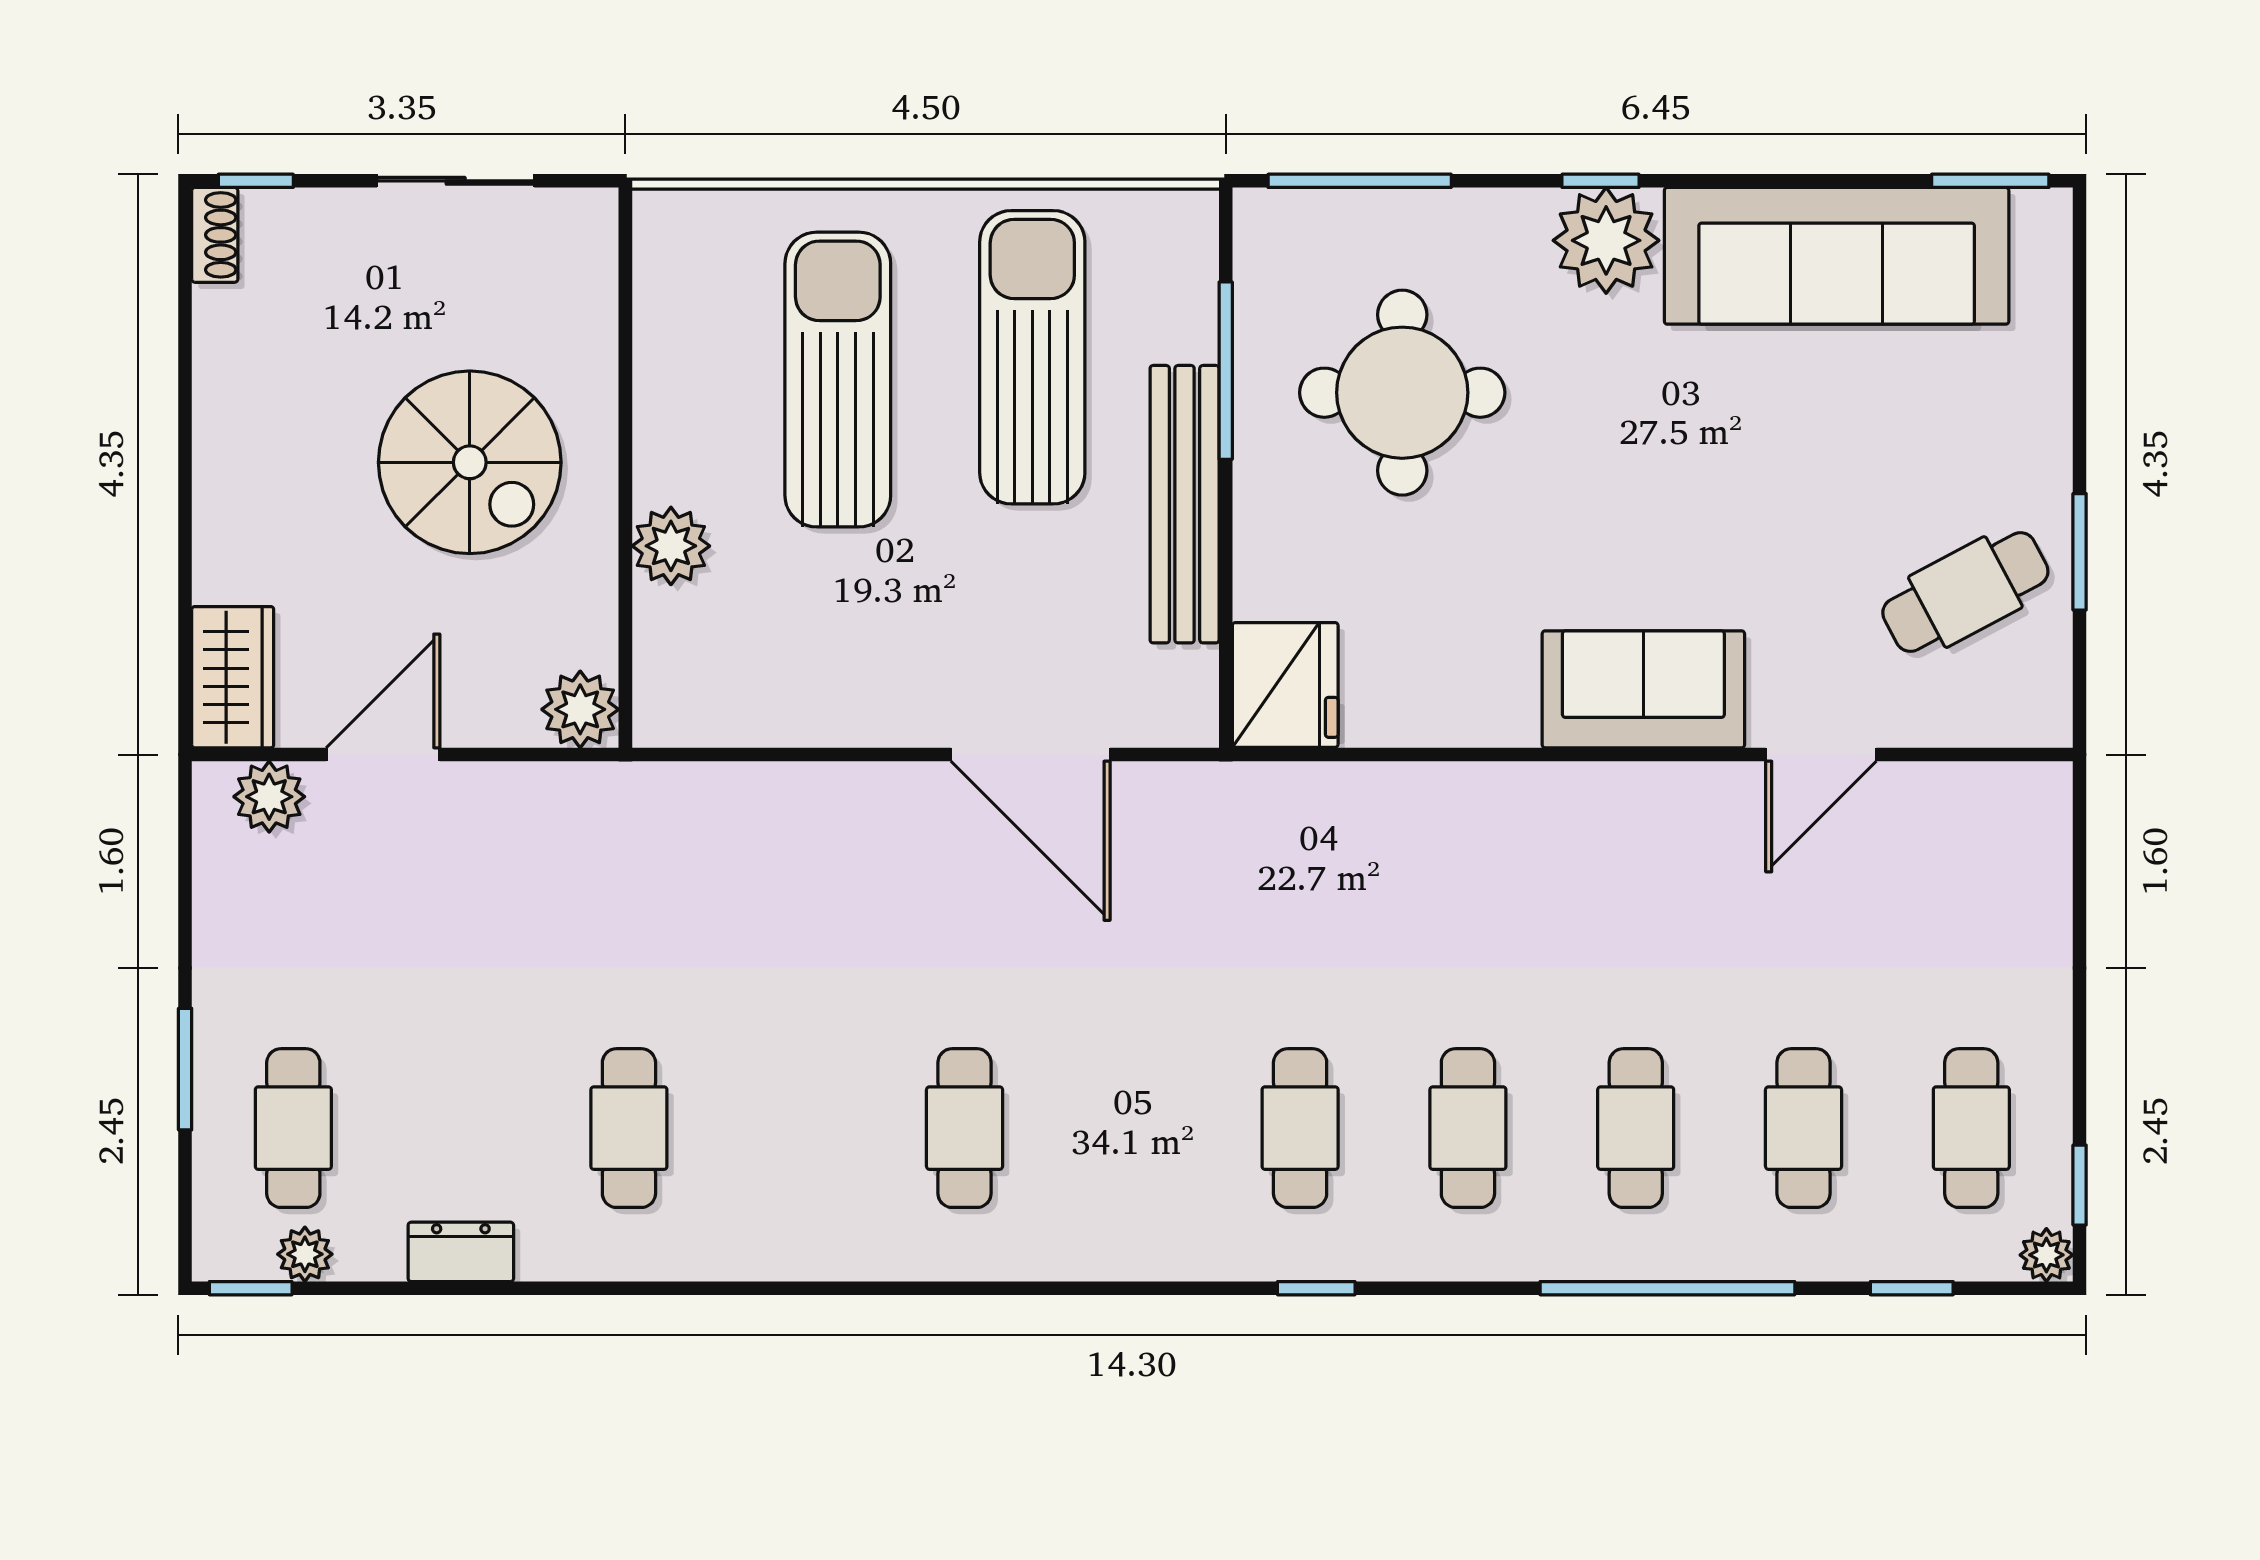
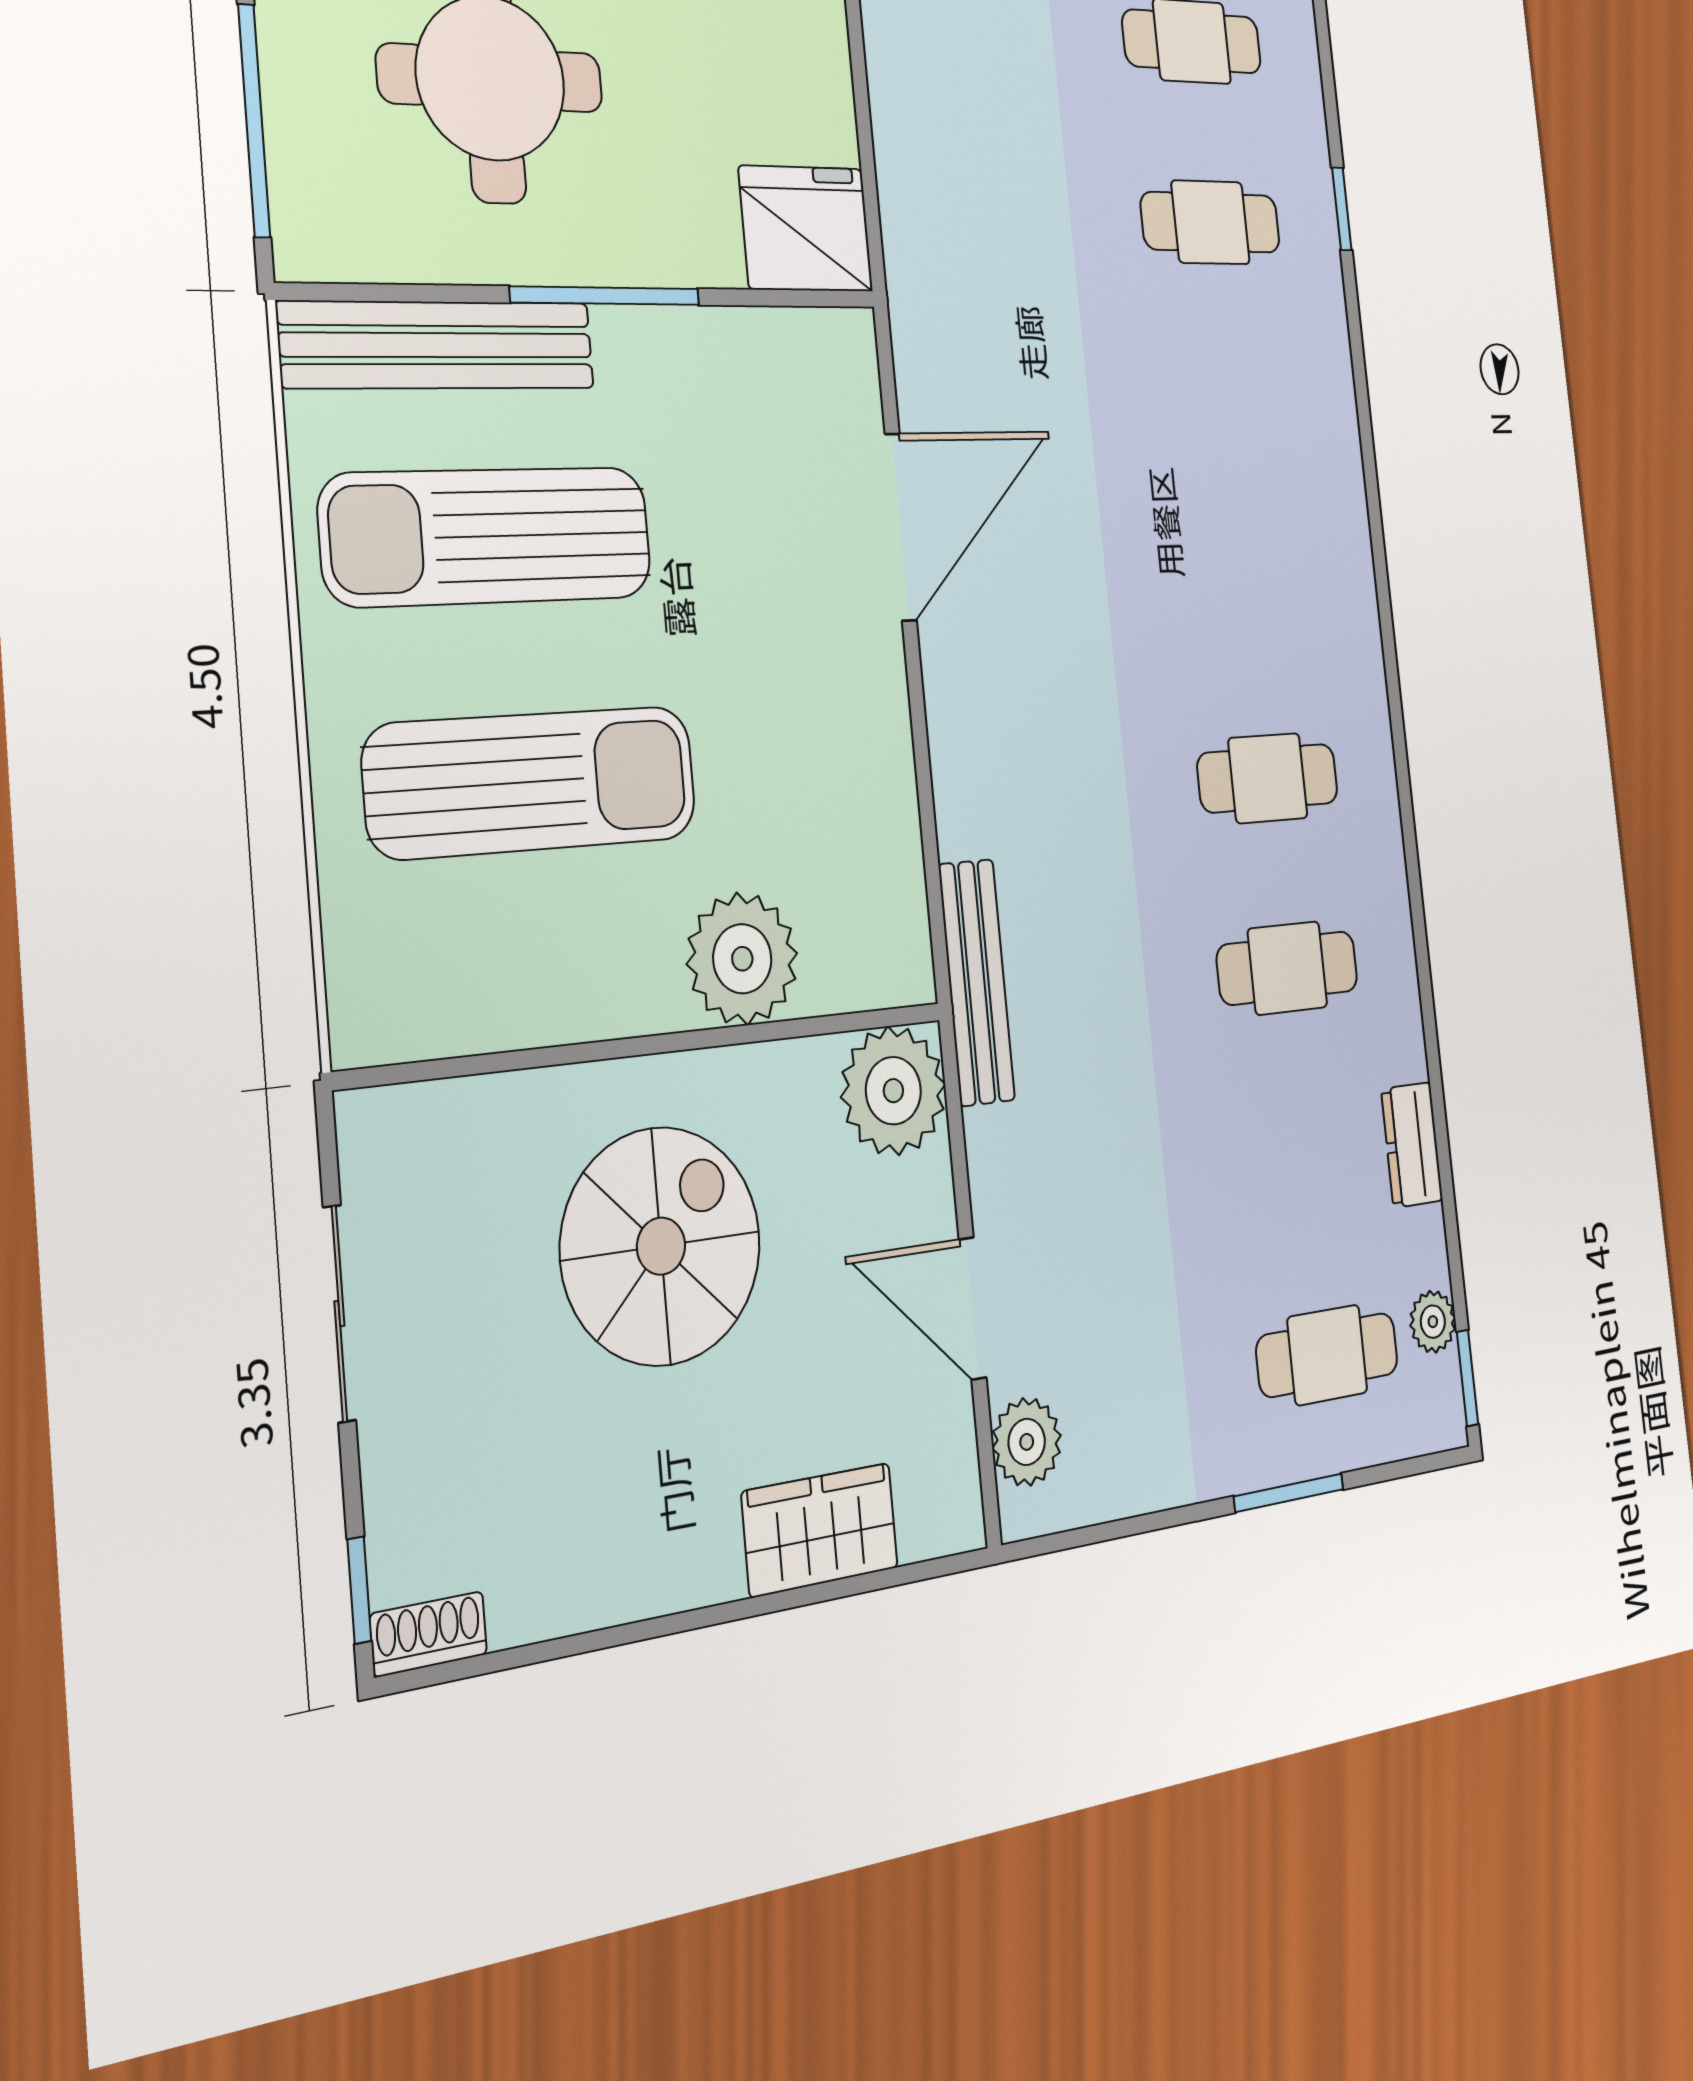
window: (1226, 371) -> (605, 296), moved
sun lounger: (838, 380) -> (532, 782), turned 180
bench: (1185, 504) -> (438, 345), moved
plant: (671, 546) -> (742, 959), width x1.36, depth x1.36
wardrobe: (233, 677) -> (820, 1530), moved
plant: (580, 709) -> (893, 1091), width x1.36, depth x1.36
bench: (646, 789) -> (977, 982), added
cafe table: (965, 1128) -> (1268, 778), moved

